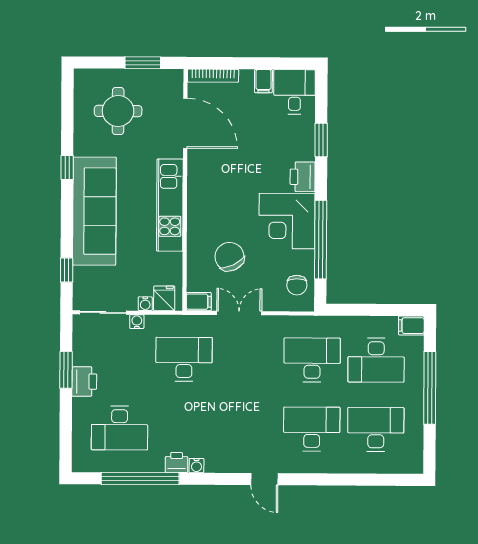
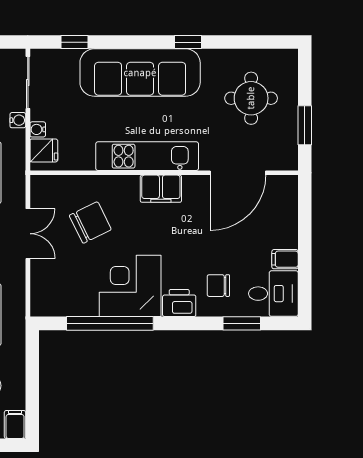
bookcase: (213, 76) -> (291, 203), removed
window: (321, 140) -> (242, 323), moved
chair: (297, 285) -> (218, 286), moved
filing cabinet: (199, 302) -> (161, 189), moved, width x2.00

